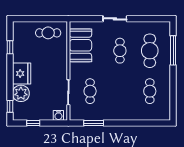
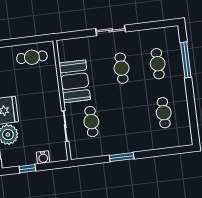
booth: (80, 45) -> (75, 81), moved
cafe table: (150, 51) -> (158, 64), width x0.73, depth x0.74
water cooler: (58, 115) -> (43, 157), moved
window: (94, 123) -> (122, 157), moved

